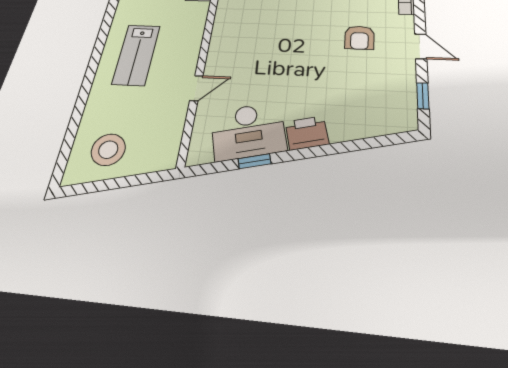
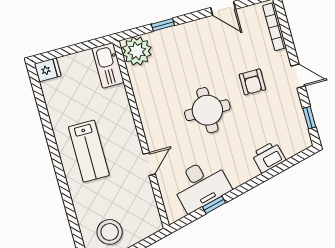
round table: (292, 52) -> (207, 110), added
printer: (307, 133) -> (269, 157), moved

